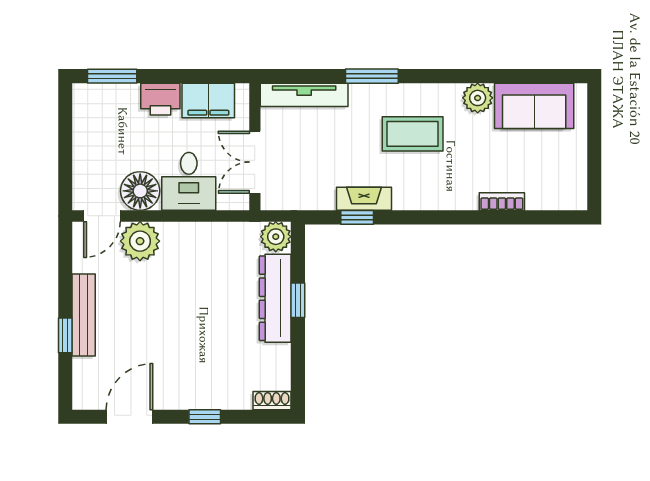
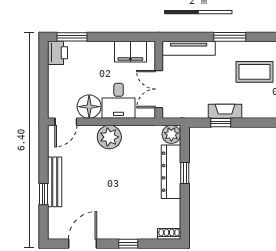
printer: (160, 99) -> (57, 53), moved, turned -90
plant: (140, 241) -> (109, 137), moved

